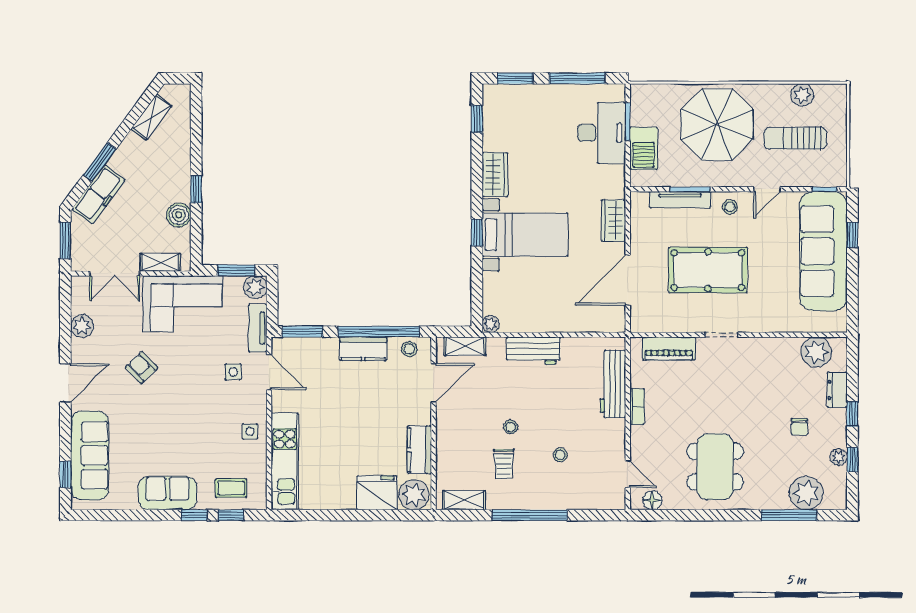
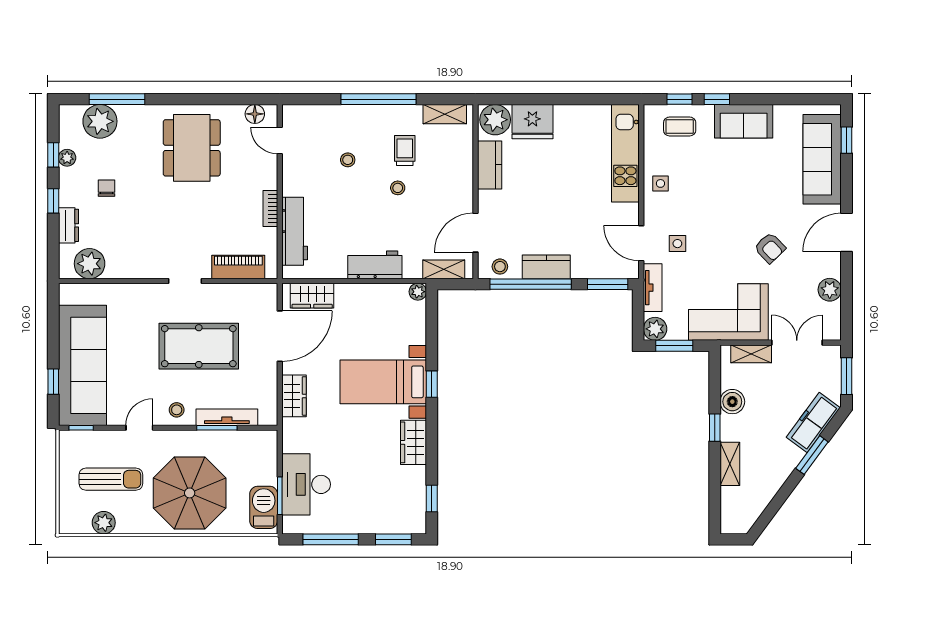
shelving: (151, 117) -> (730, 464), moved, turned -36
barbecue: (644, 148) -> (264, 507), moved
wardrobe: (596, 320) -> (312, 296), added

